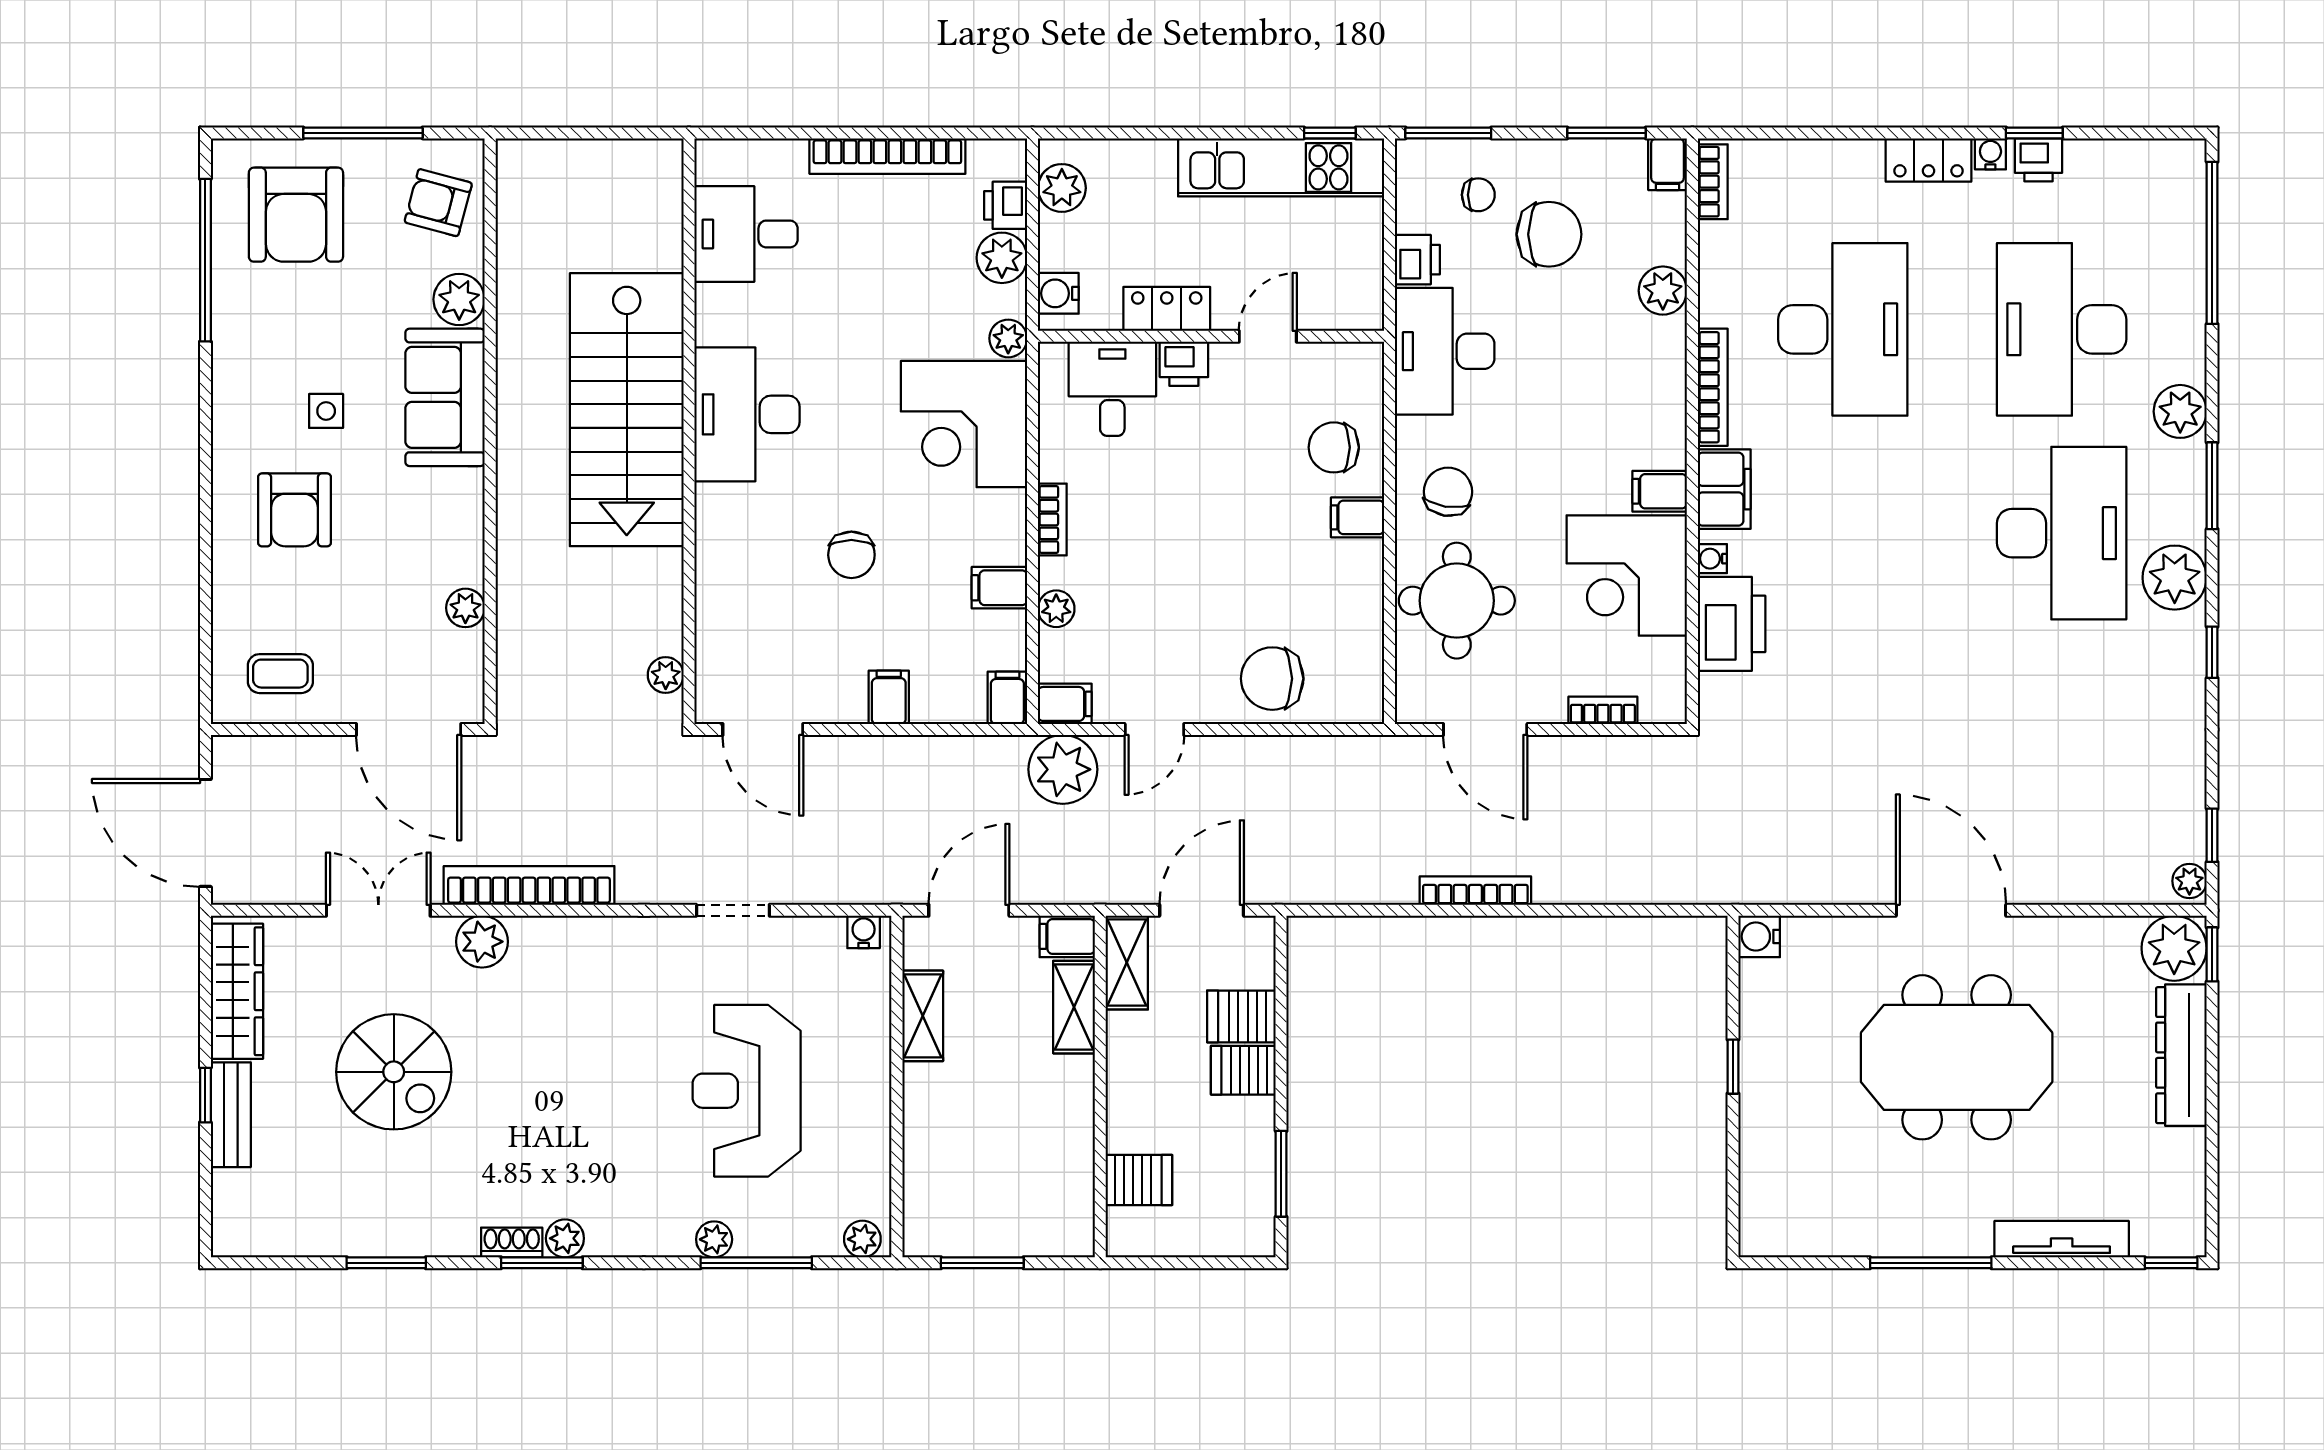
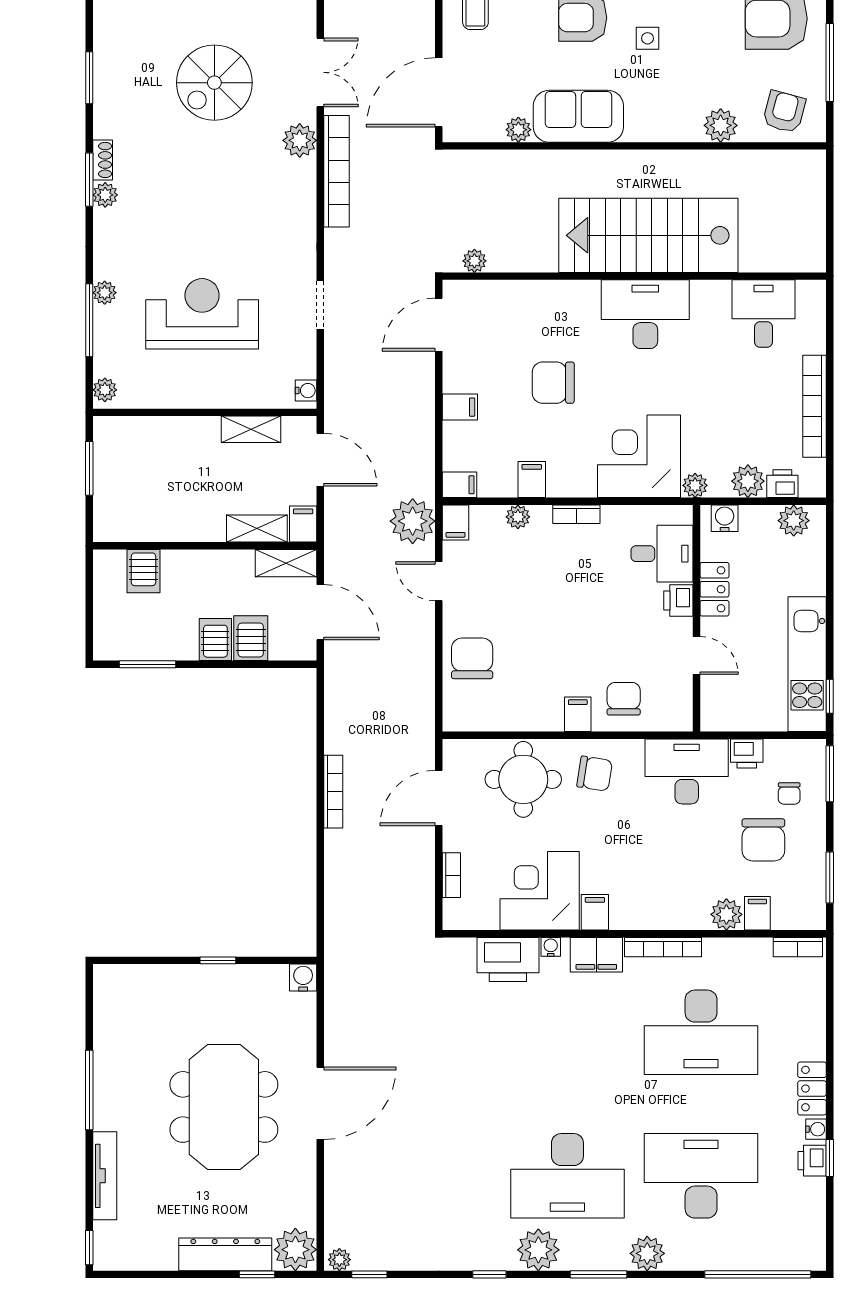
filing cabinet: (1668, 164) -> (757, 913), moved, turned 90
sofa: (445, 397) -> (578, 116), moved
chair: (851, 555) -> (553, 383), width x1.37, depth x1.37
window: (2212, 954) -> (257, 1274), moved

